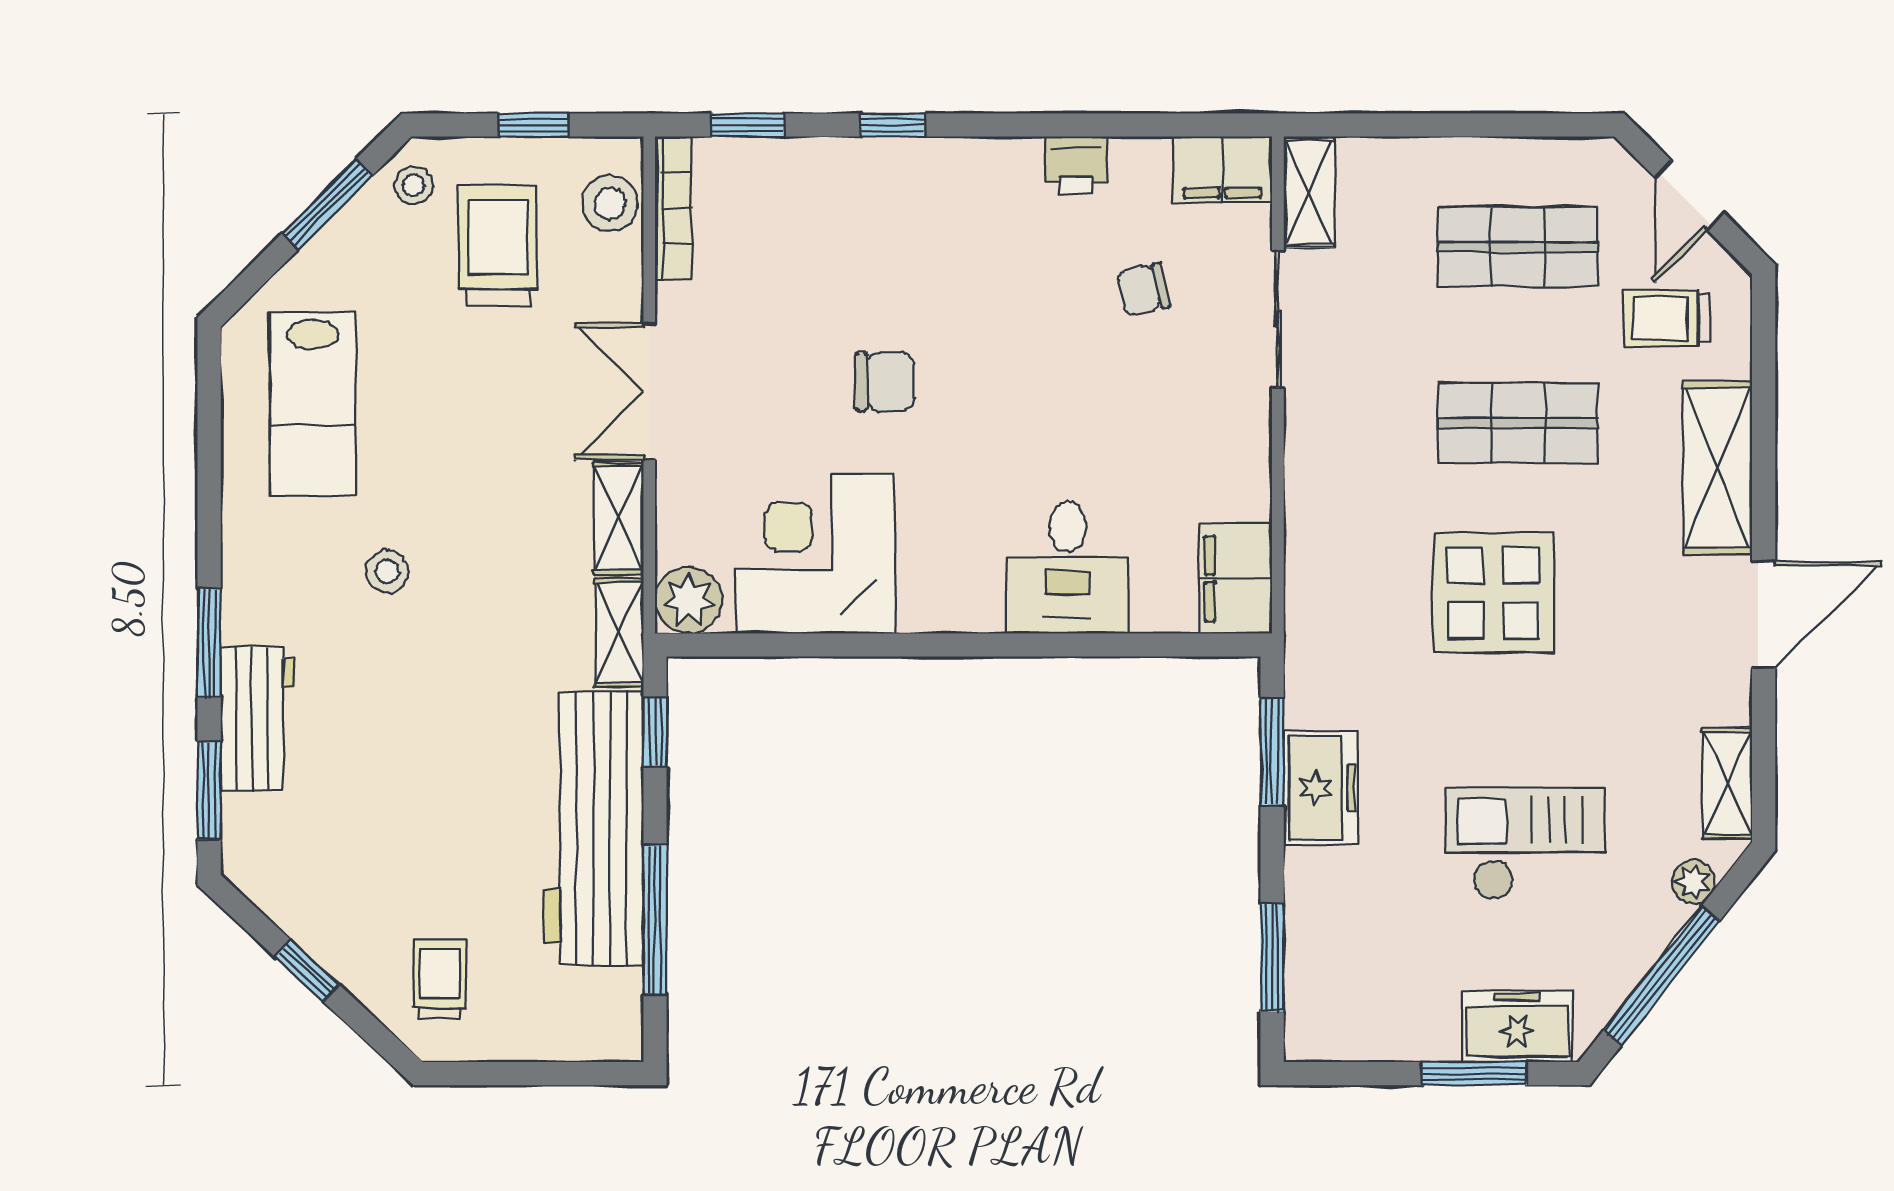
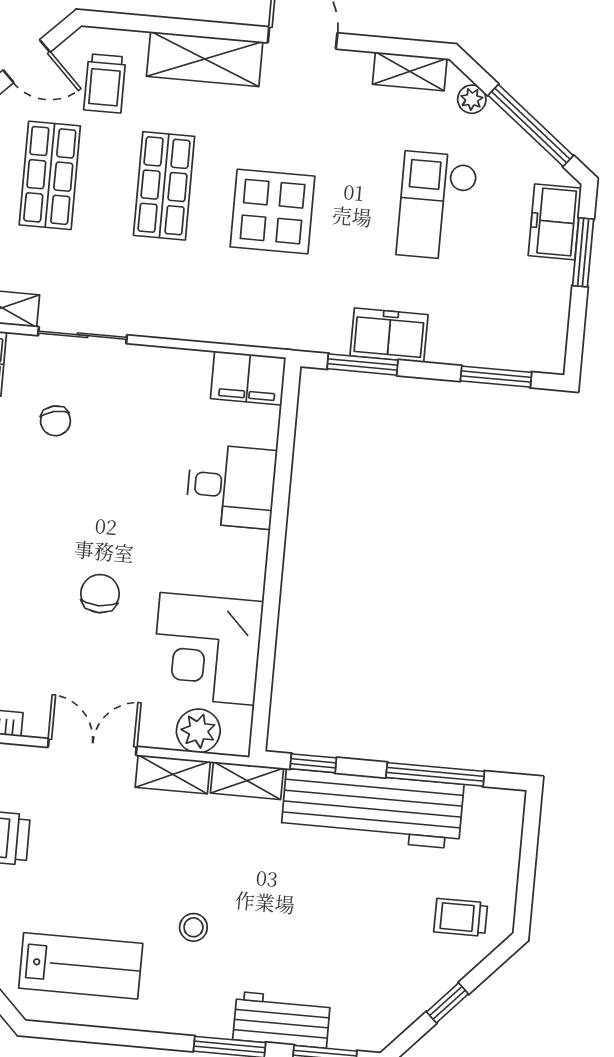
double door: (649, 391) -> (92, 747), swing flipped
plant: (688, 600) -> (198, 731), moved

